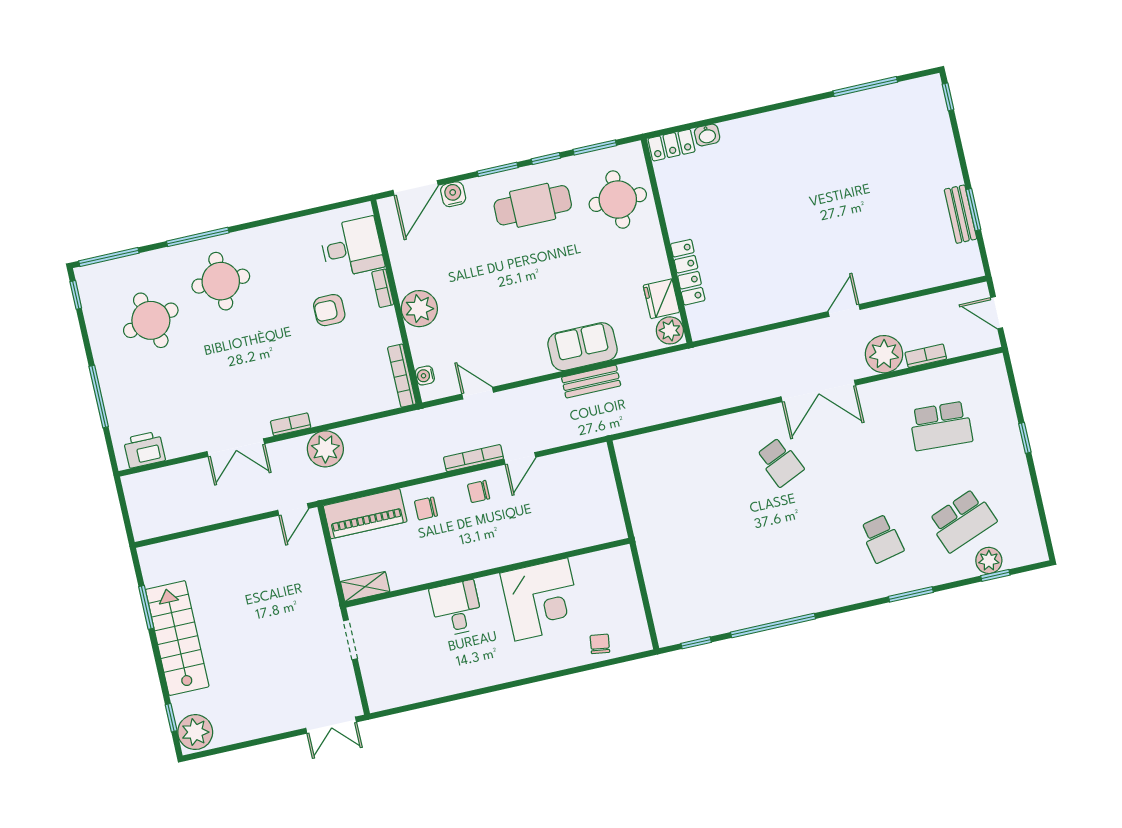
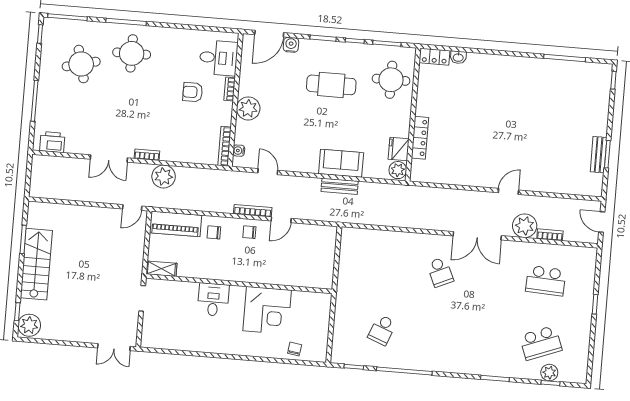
cafe table: (533, 205) -> (331, 85), moved
school desk: (882, 539) -> (382, 330), moved, turned 33

